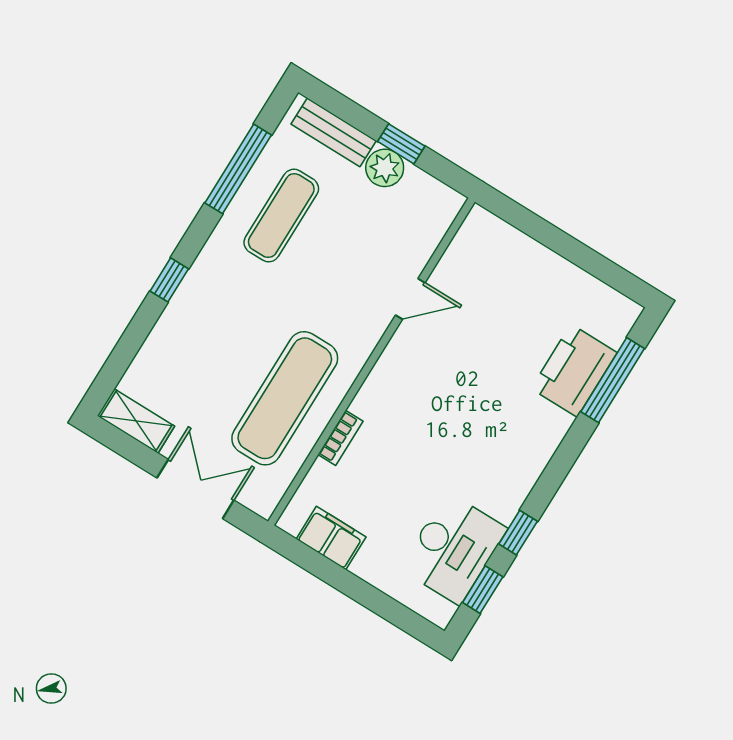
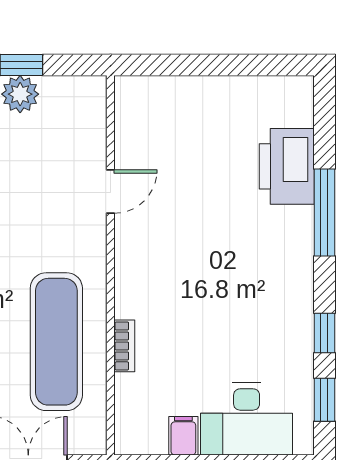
window: (613, 380) -> (324, 212), moved
filing cabinet: (331, 538) -> (183, 436), width x0.50
desk: (453, 549) -> (247, 419), moved, turned 90

